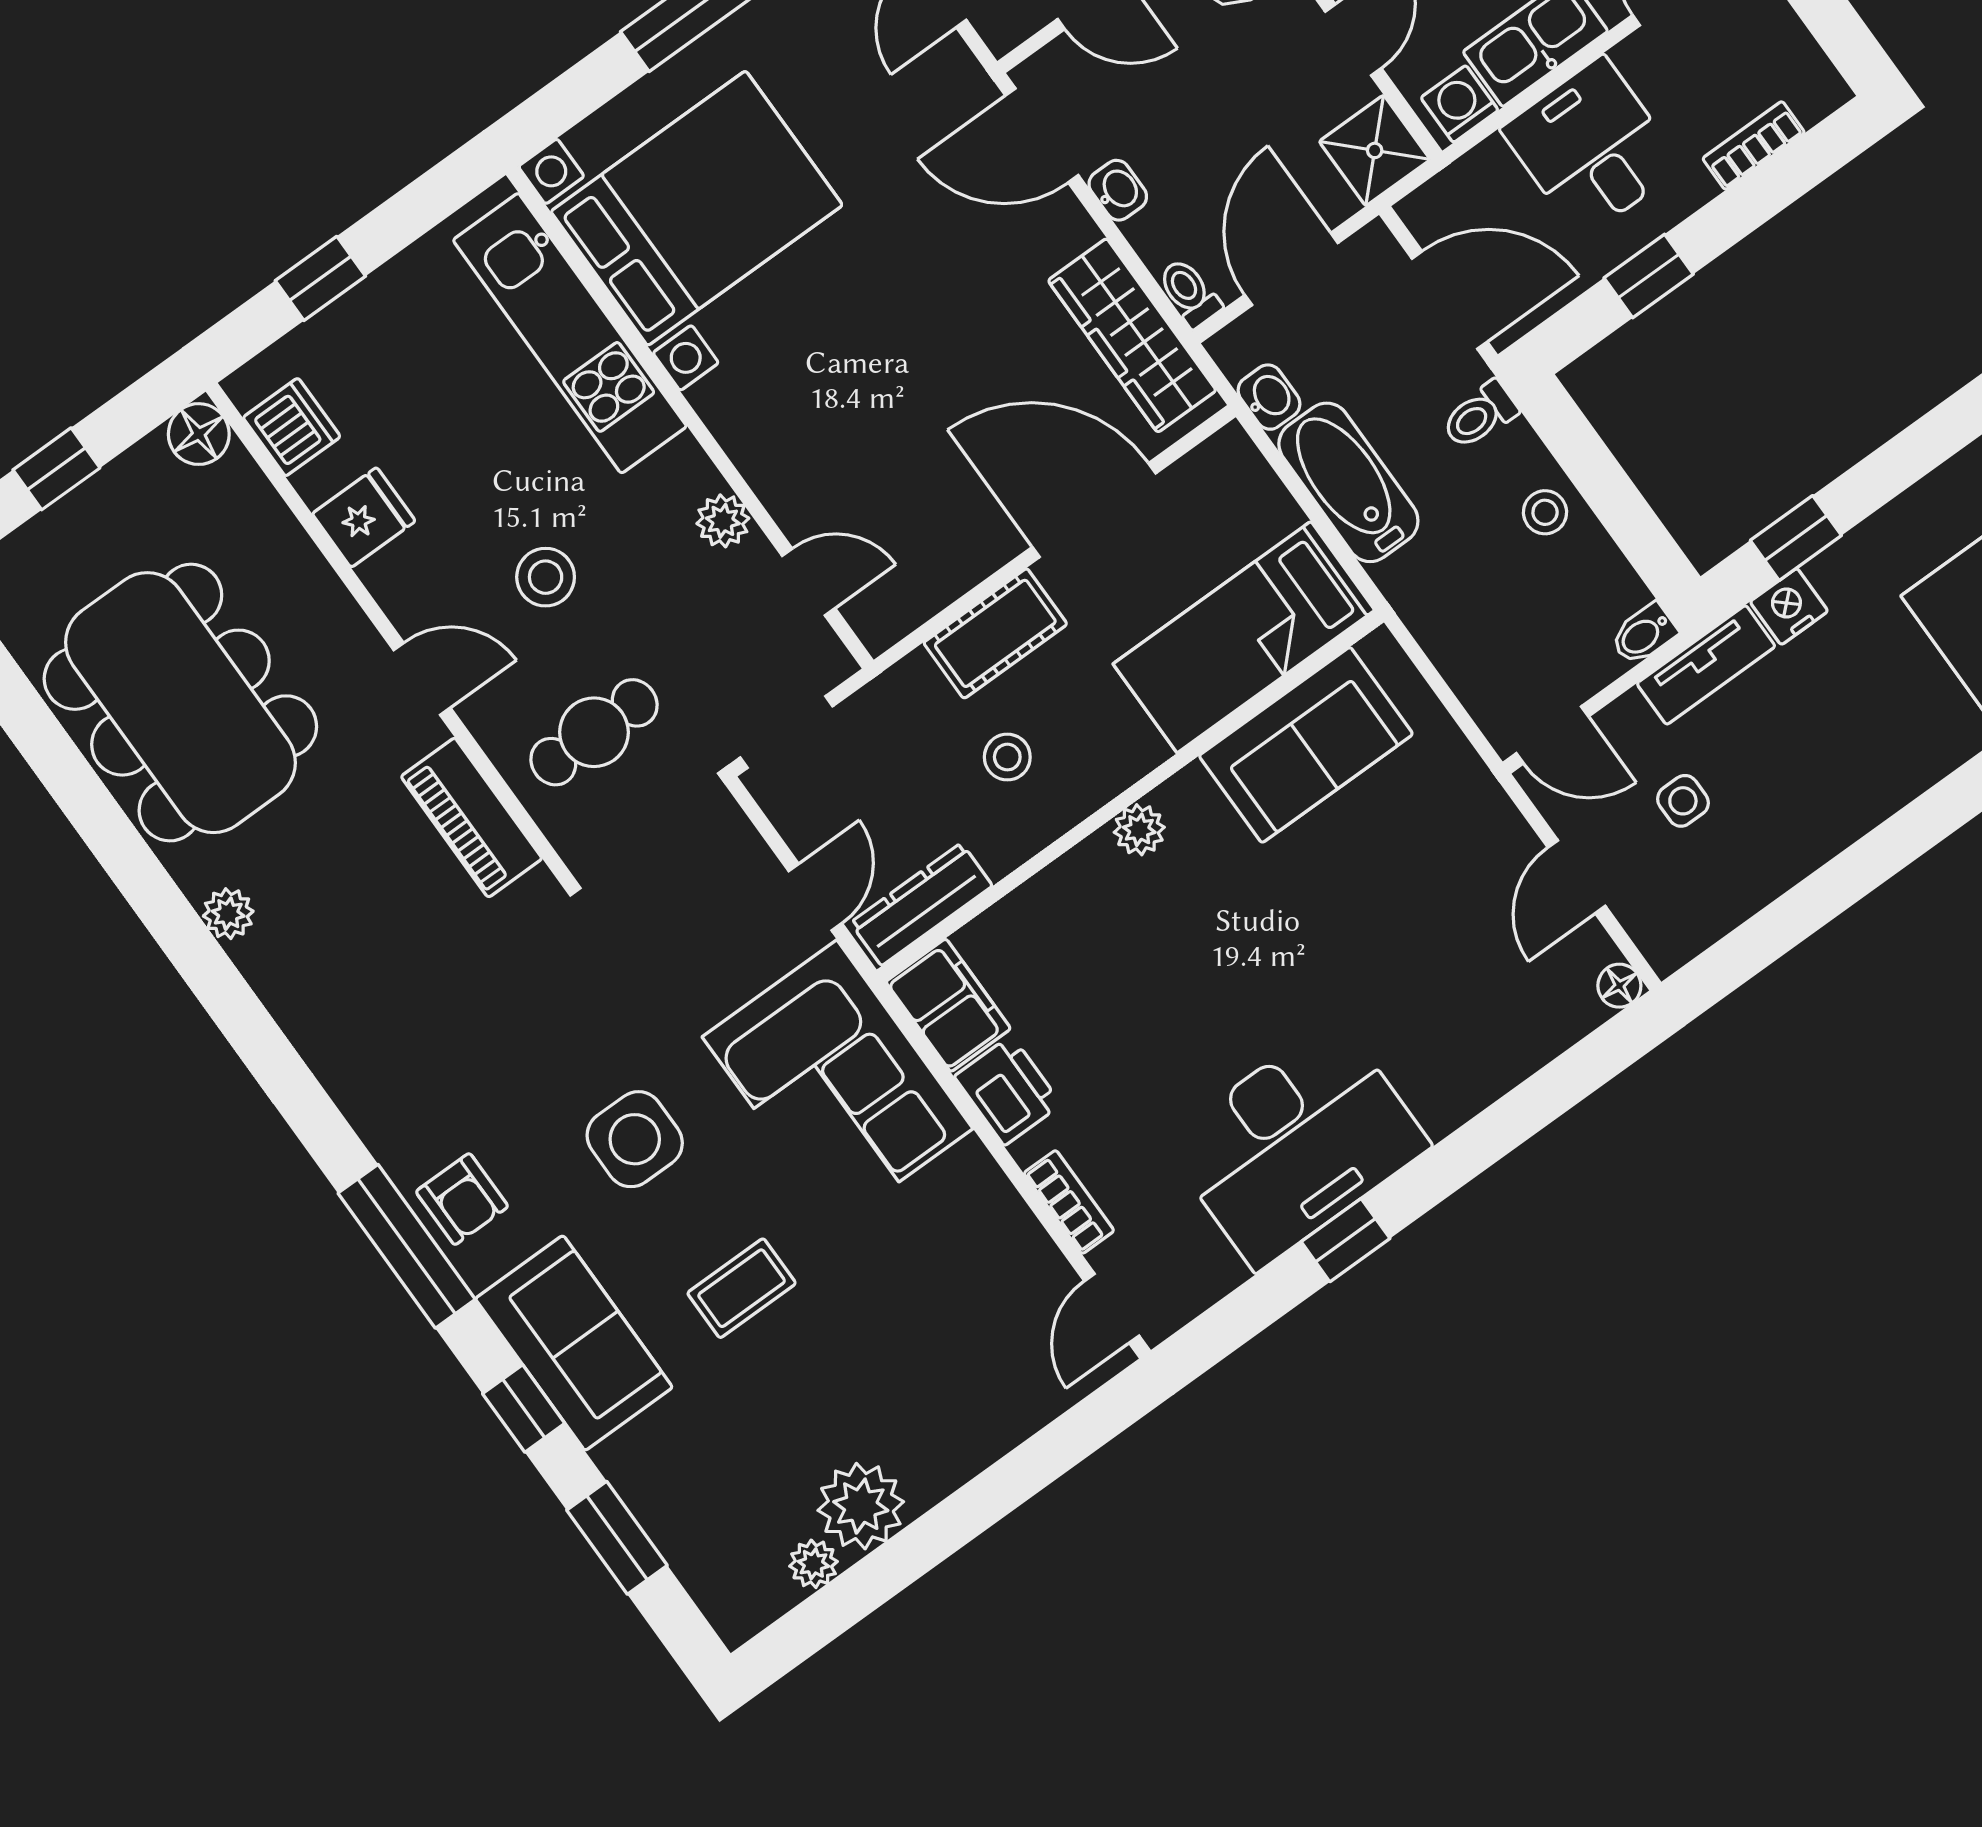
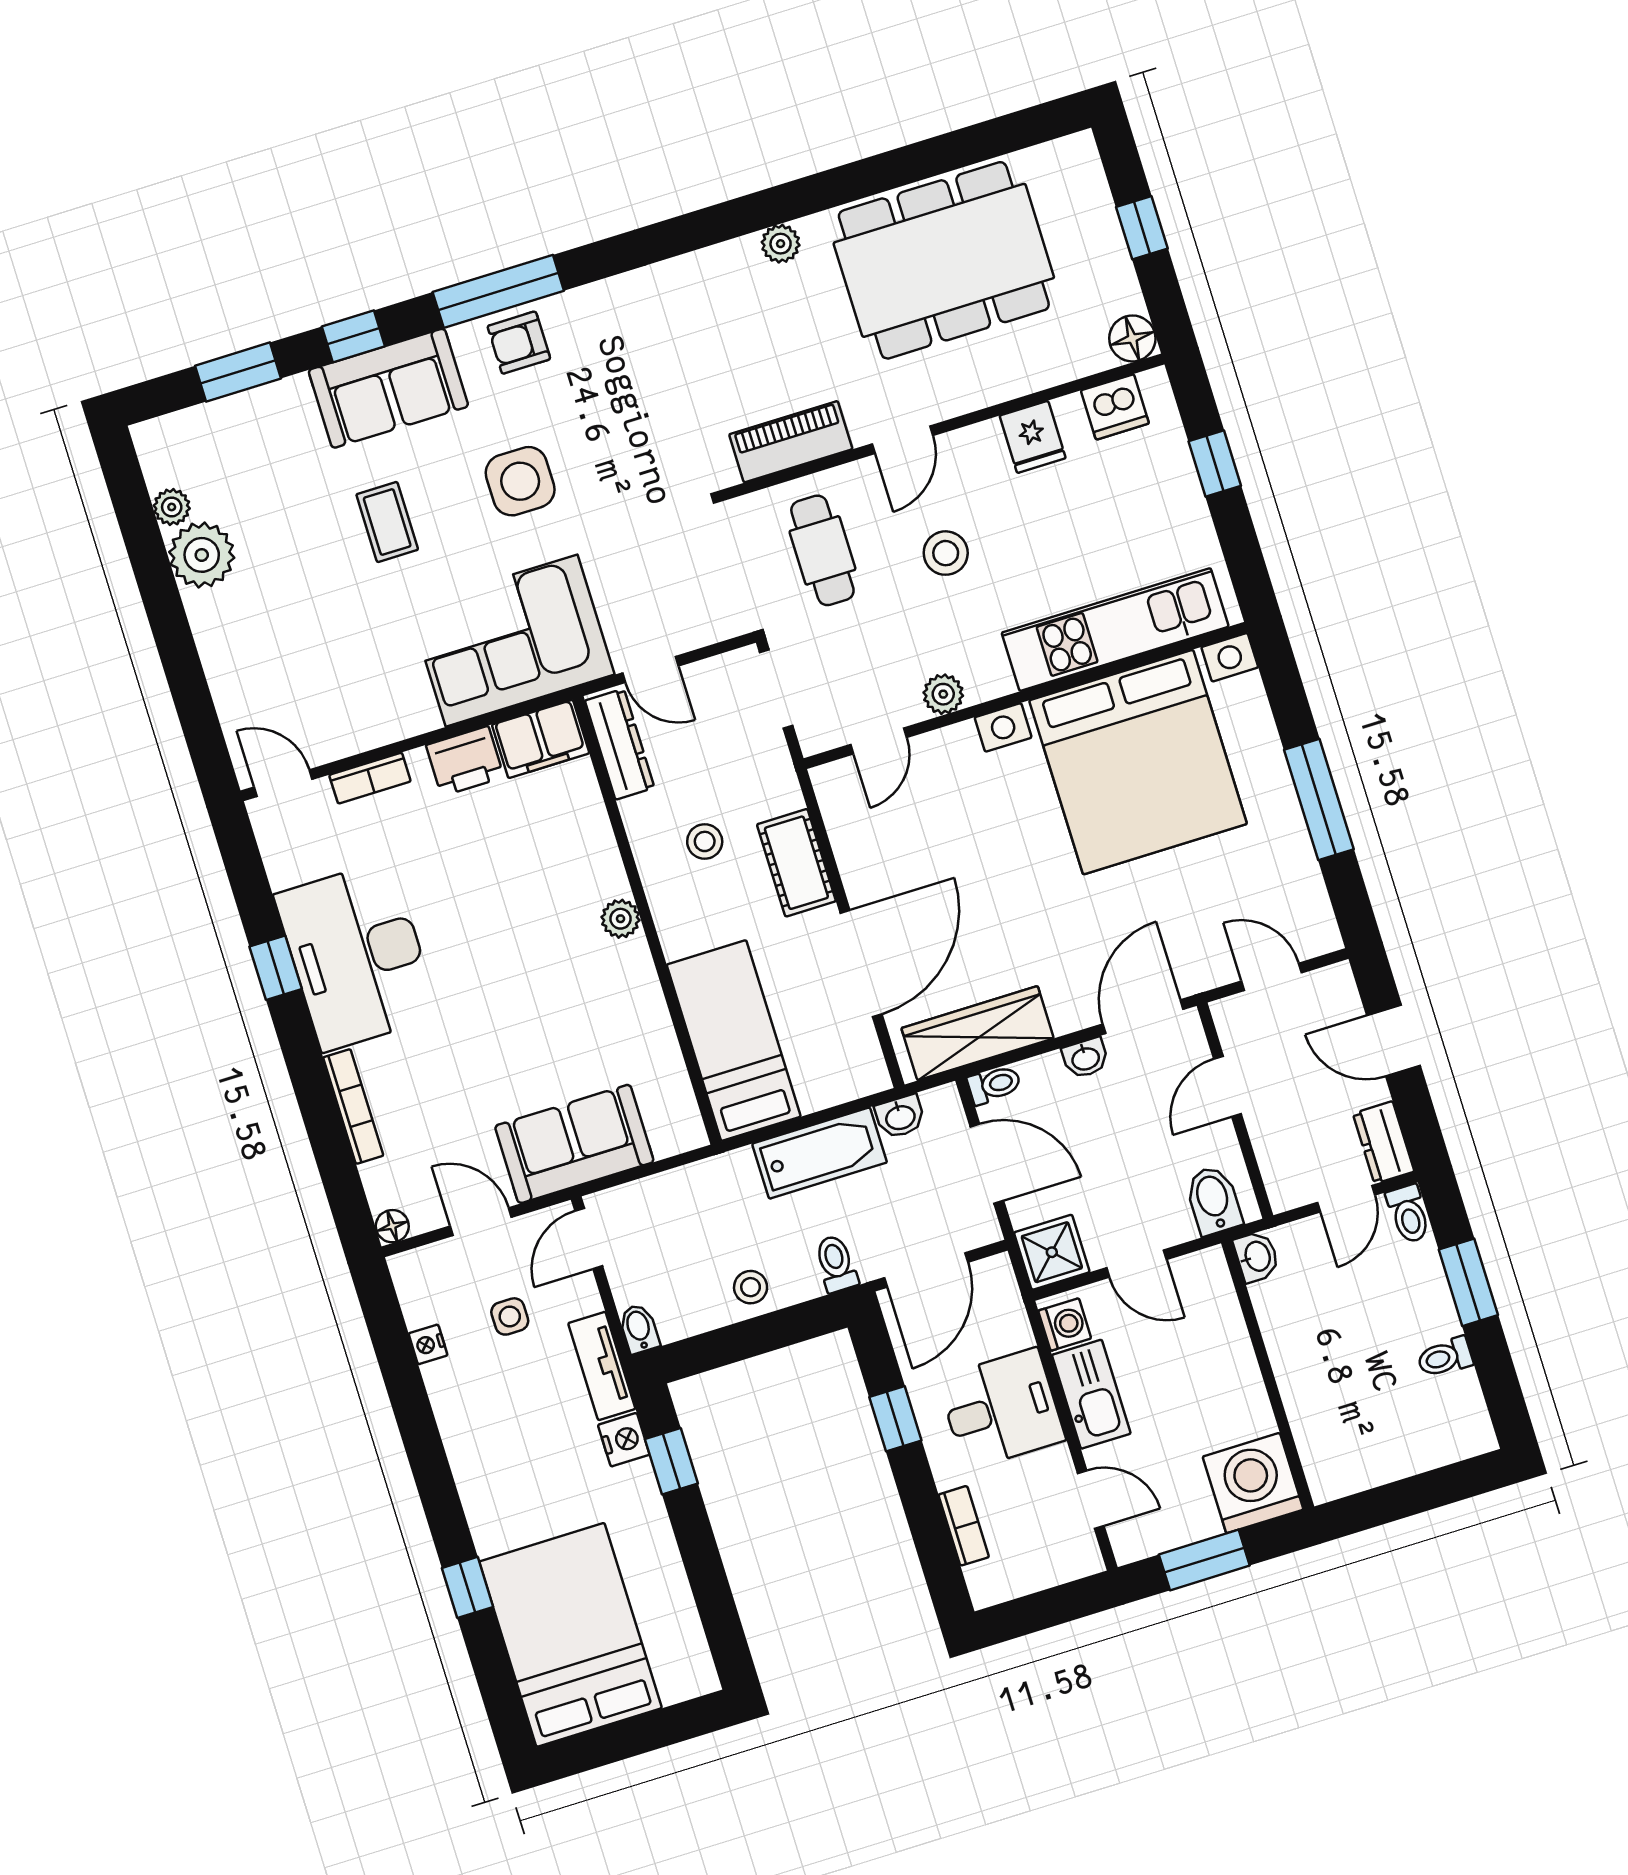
bed with nightstands: (697, 208) -> (1138, 762), width x1.36
sofa: (1306, 745) -> (574, 1144), moved, turned 90
nightstand: (1752, 891) -> (428, 1344), added
bookcase: (1486, 1085) -> (353, 1107), added

